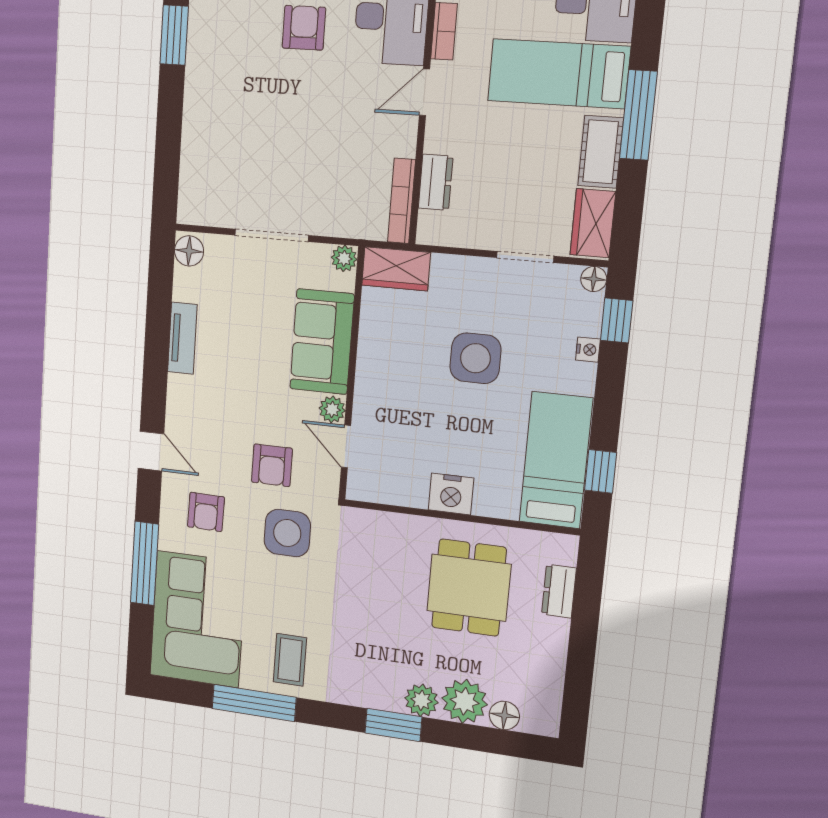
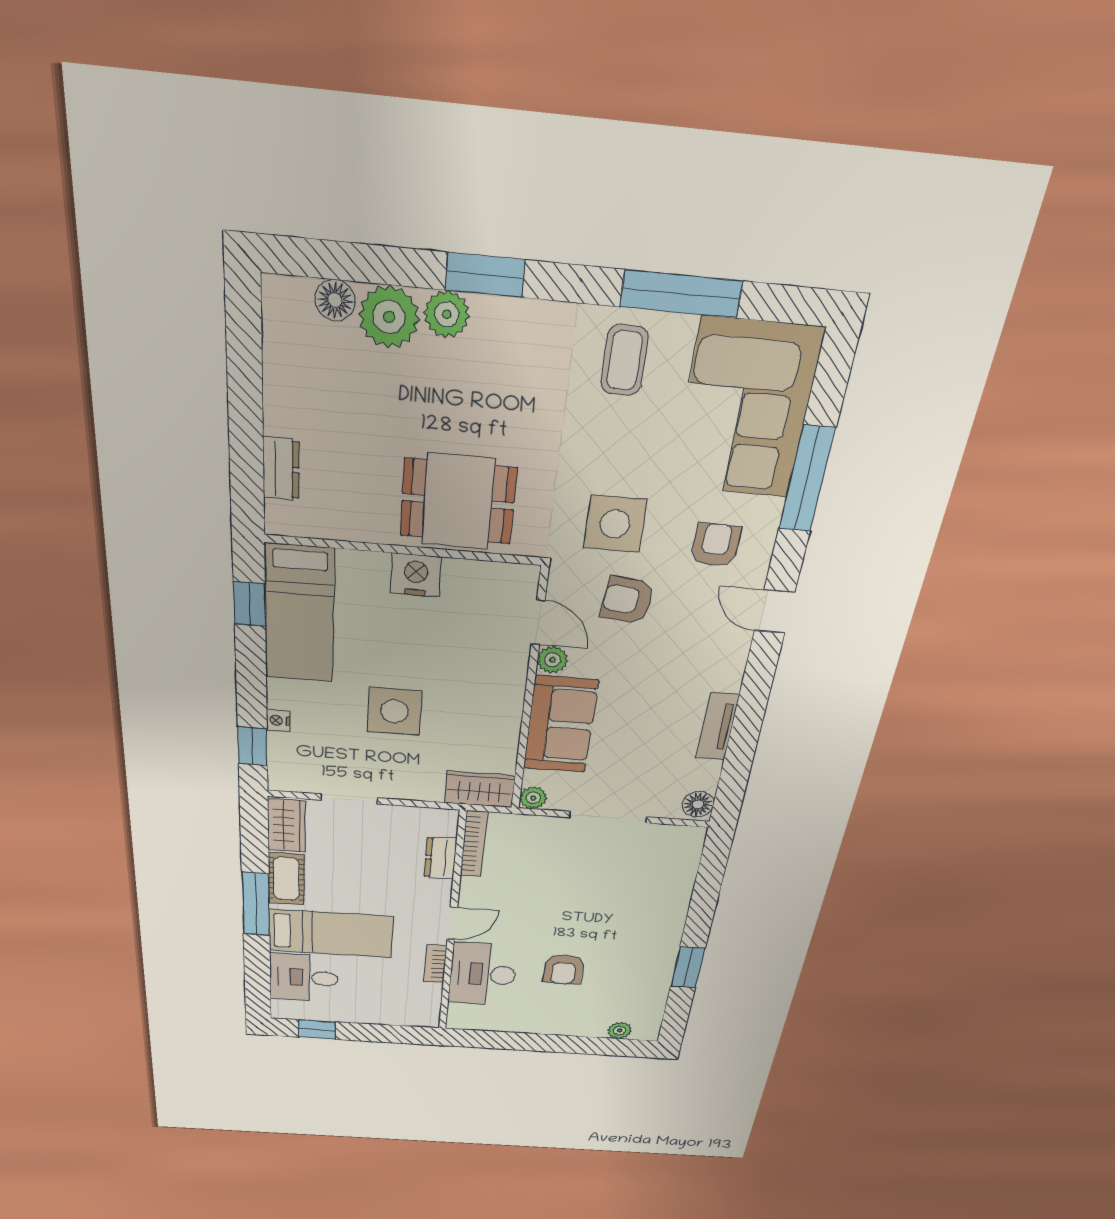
floor lamp: (594, 279) -> (280, 781), removed
armchair: (272, 465) -> (627, 600), turned -84
dining table: (469, 588) -> (458, 502), moved, turned 90

